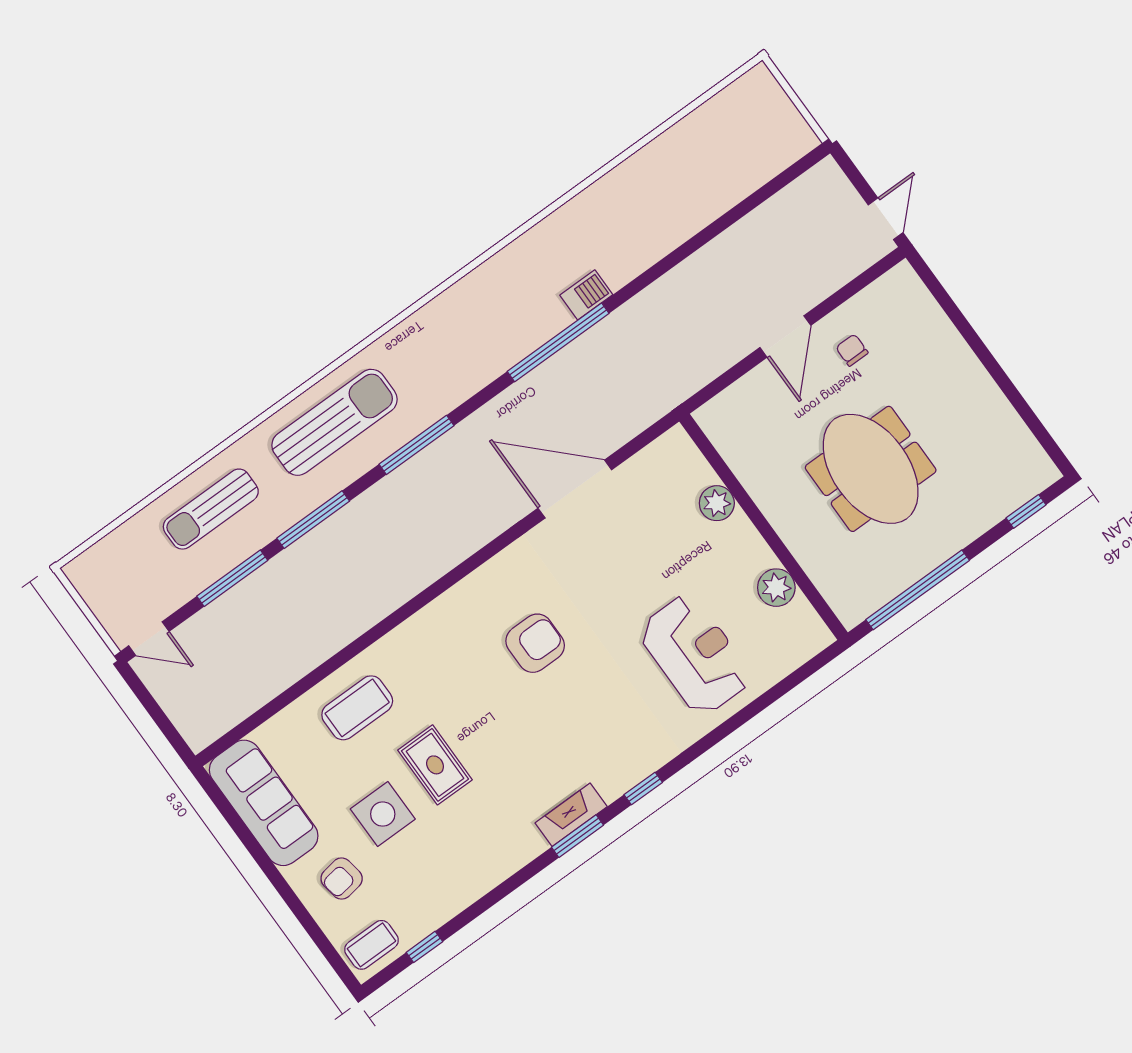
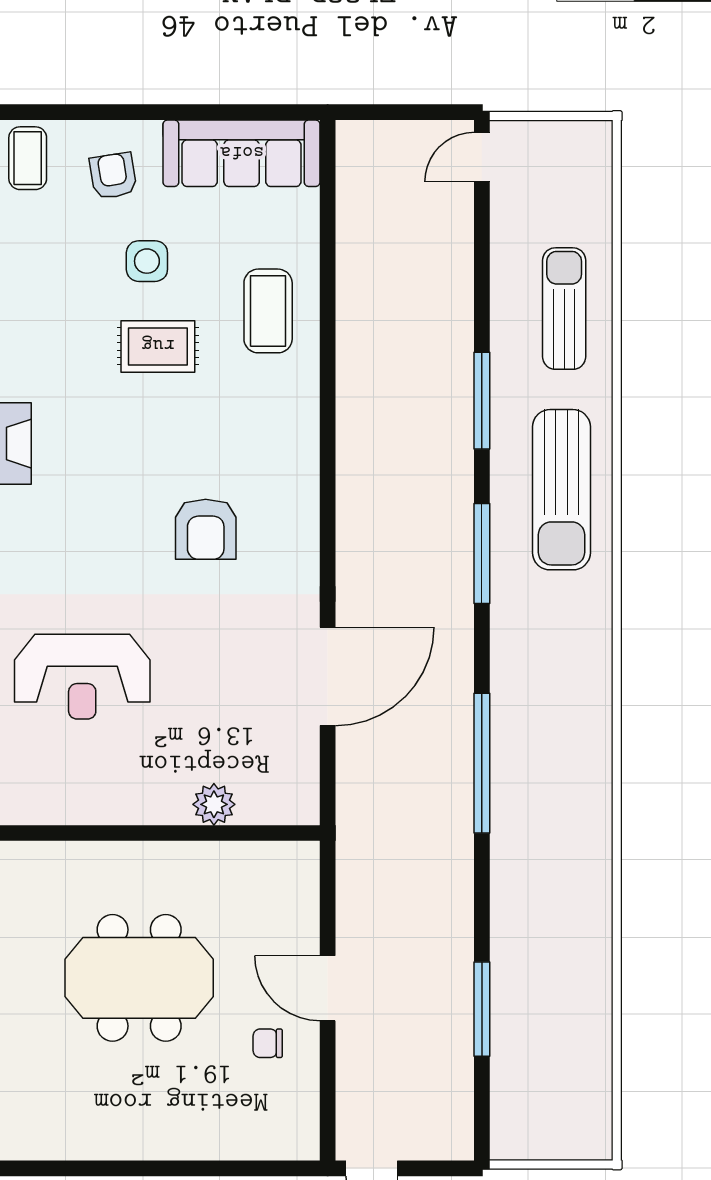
barbecue: (586, 295) -> (508, 824), removed
chair: (852, 350) -> (268, 1043), turned 180
window: (232, 578) -> (482, 1009), moved
plant: (776, 588) -> (90, 803), removed
side table: (383, 814) -> (147, 261), width x0.73, depth x0.73

